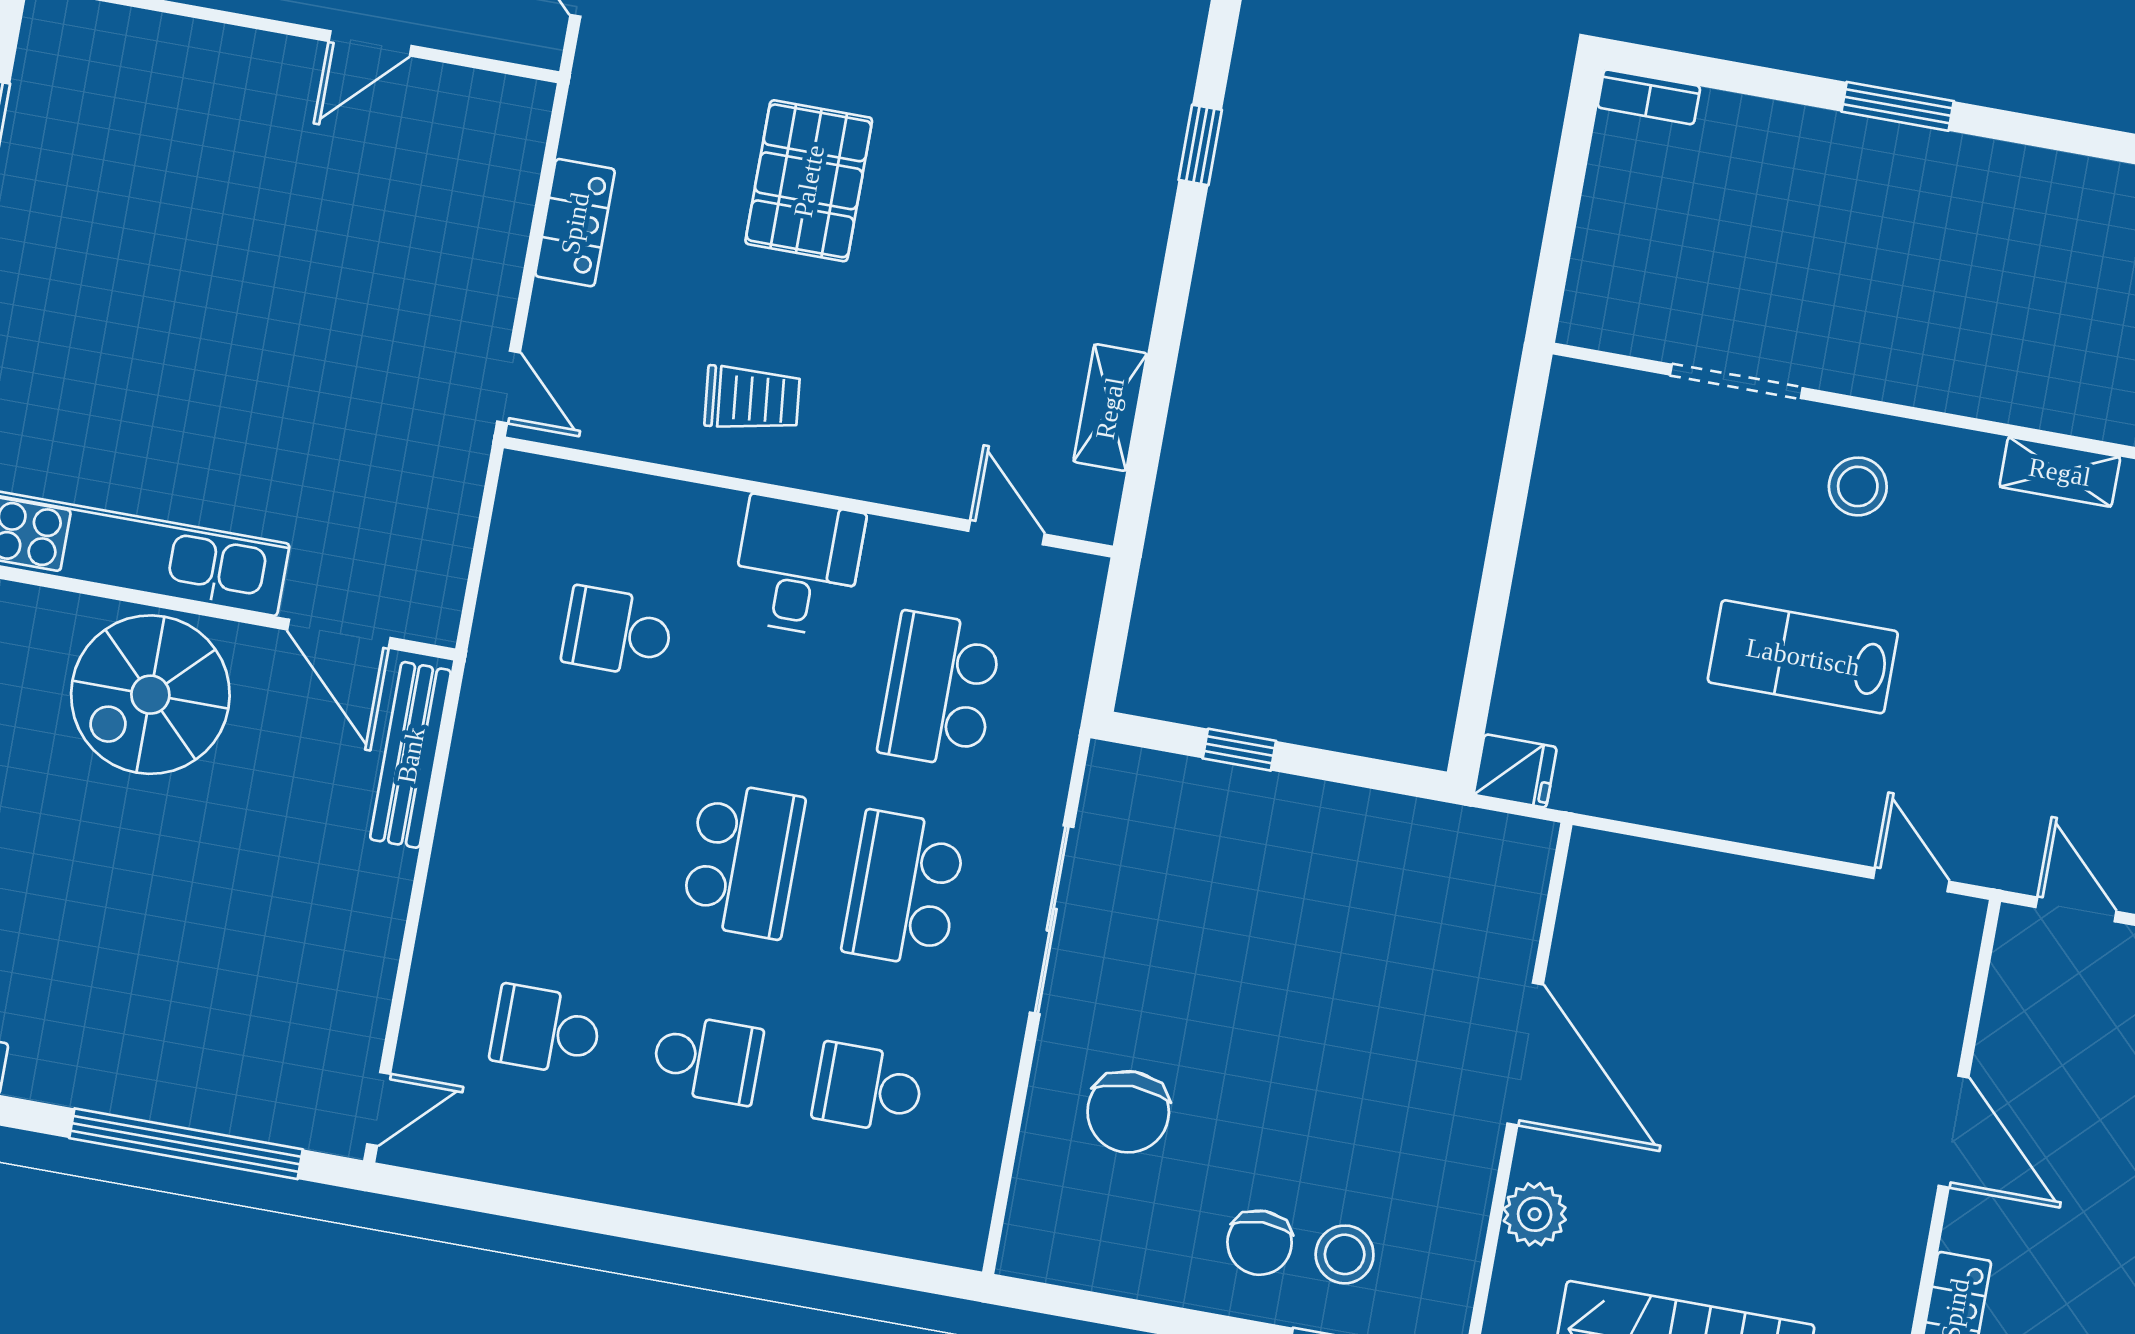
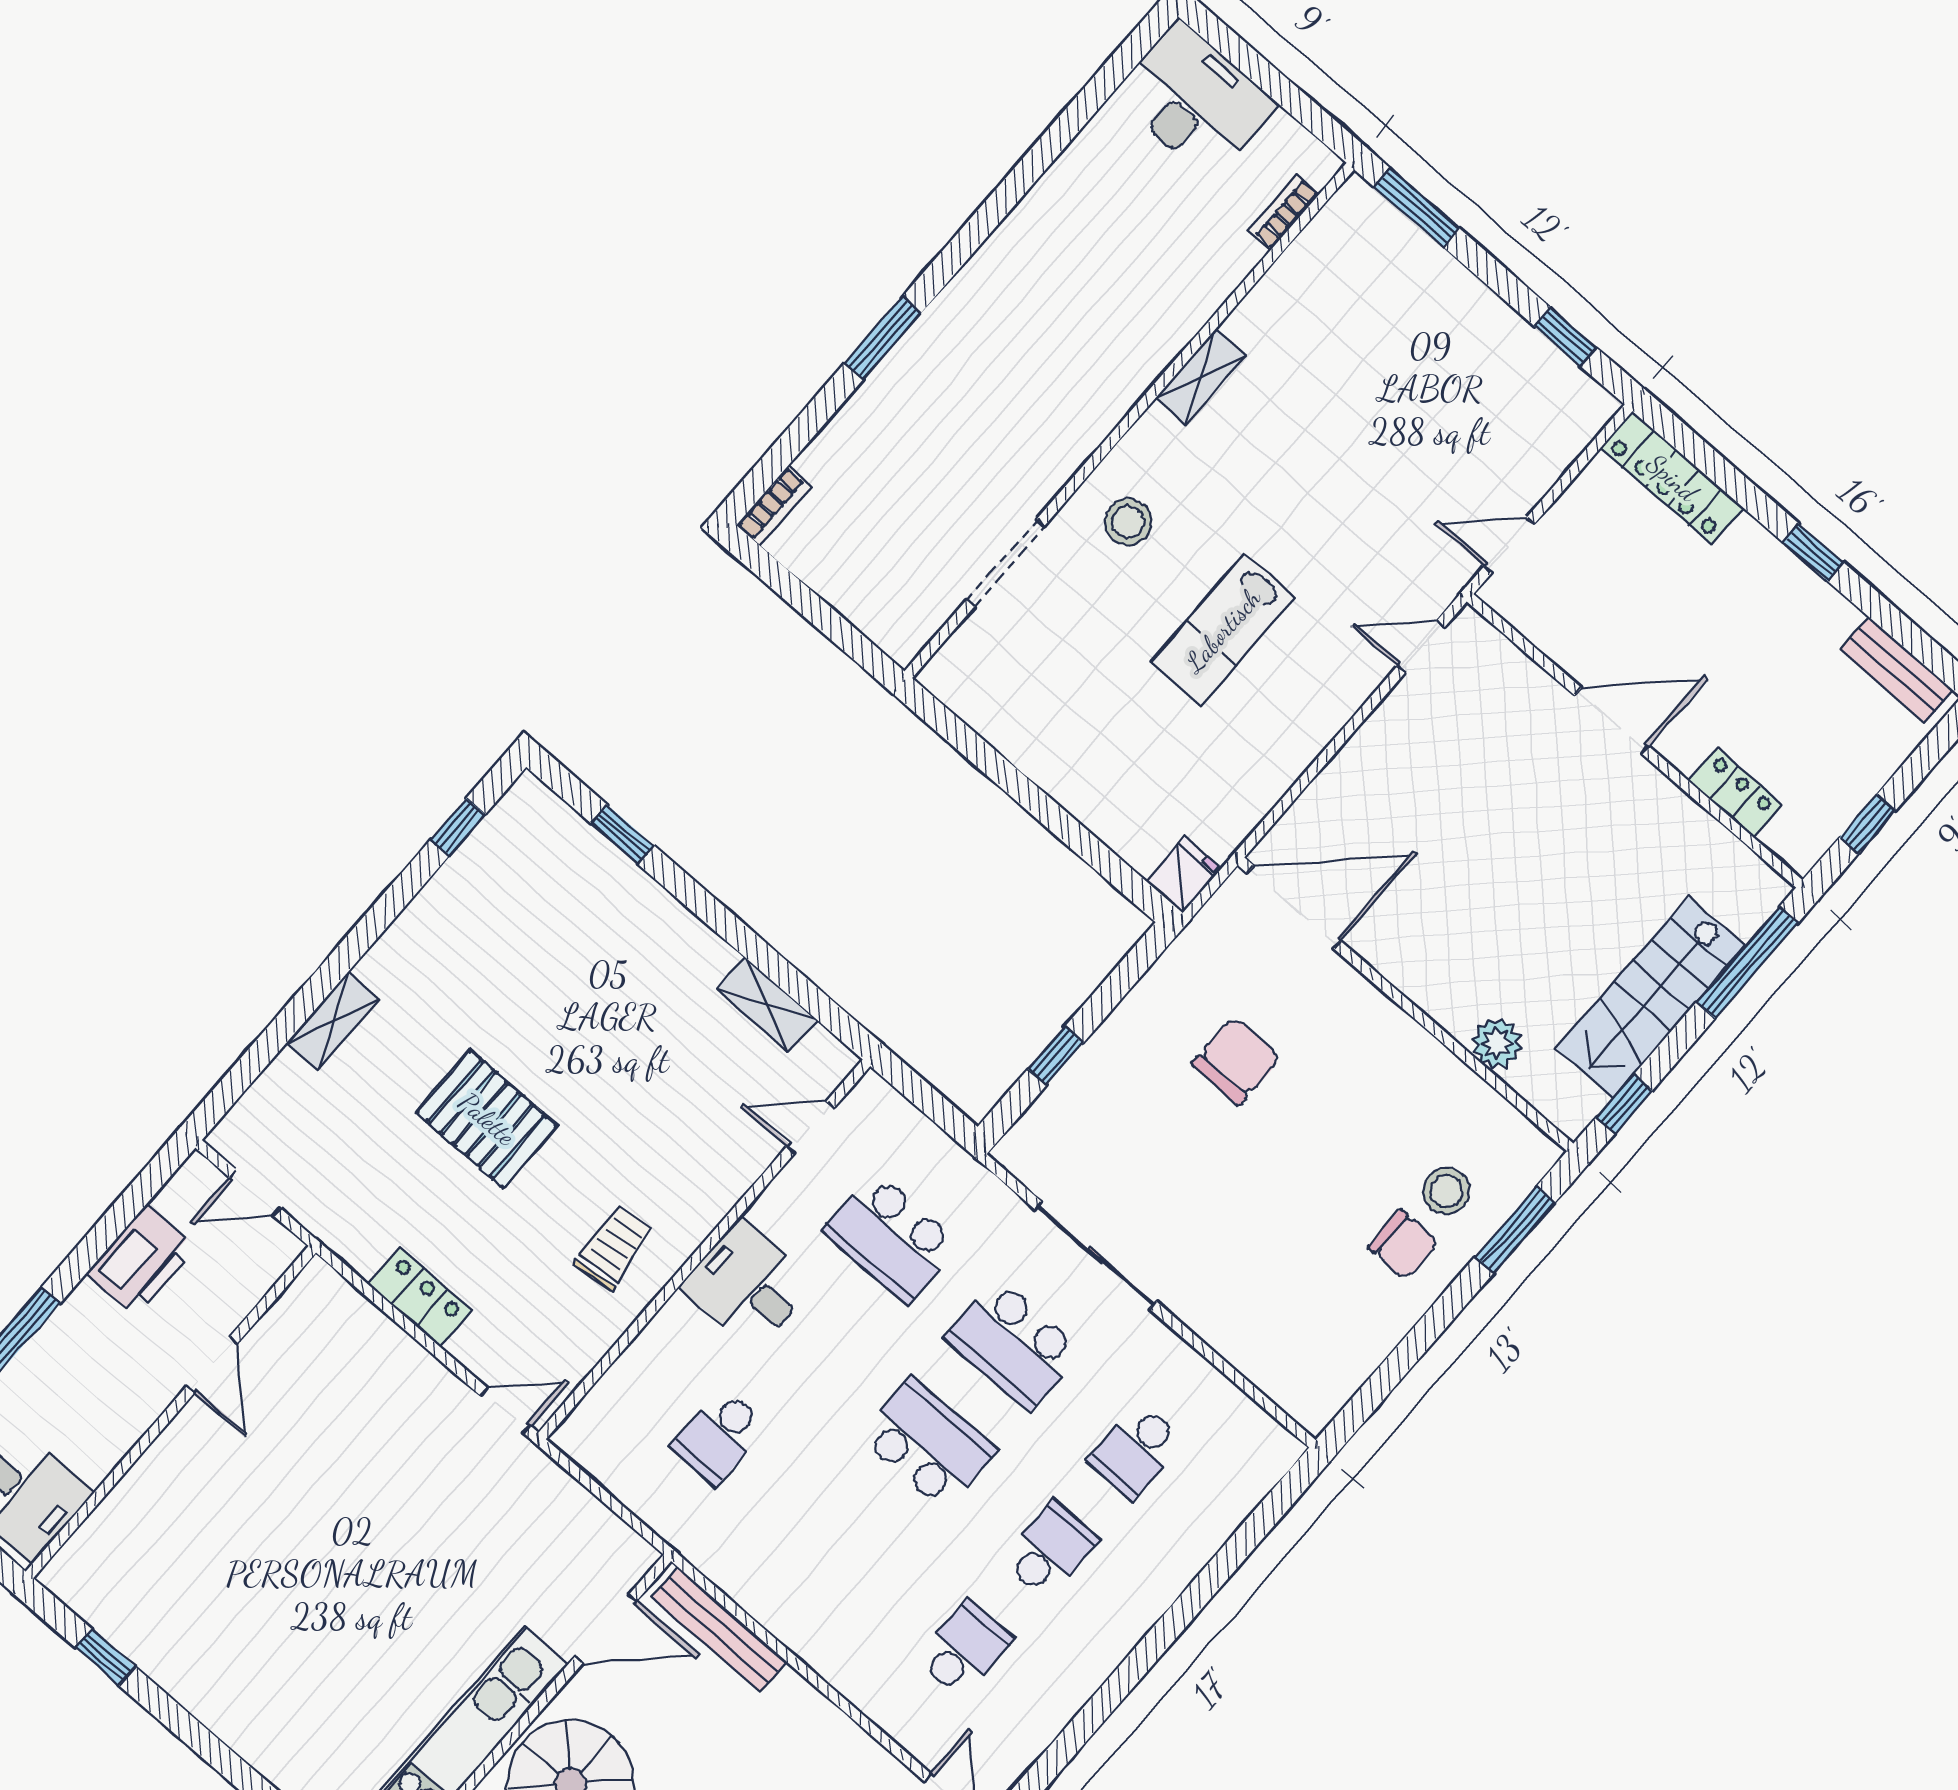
school desk: (546, 1030) -> (964, 1649), turned 180
door: (1525, 1054) -> (1294, 907), moved
chair: (1128, 1112) -> (1236, 1061), moved, turned -90

